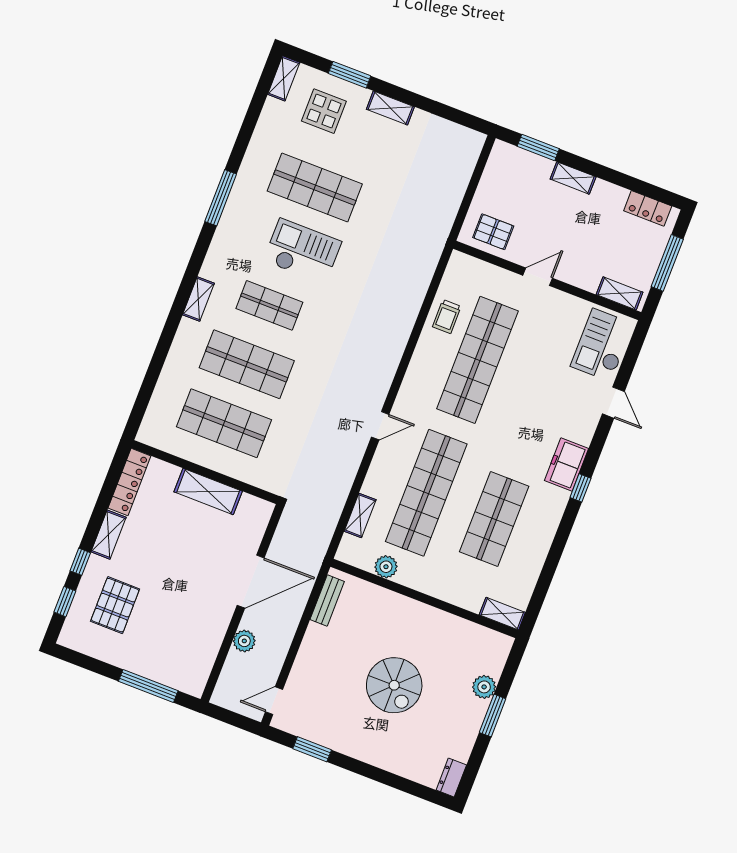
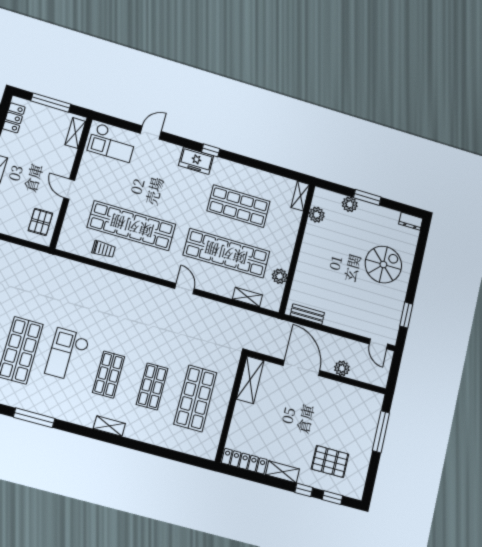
shop shelf: (247, 364) -> (152, 386), width x0.70, depth x0.74
shelving: (208, 491) -> (250, 380), moved
plant: (472, 634) -> (317, 215), added
spiral stairs: (394, 685) -> (383, 265), moved

